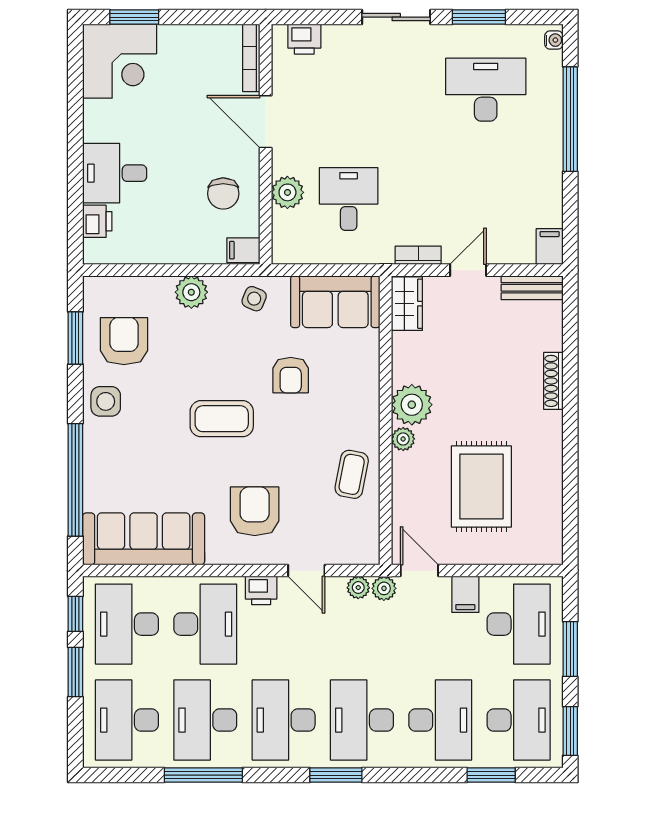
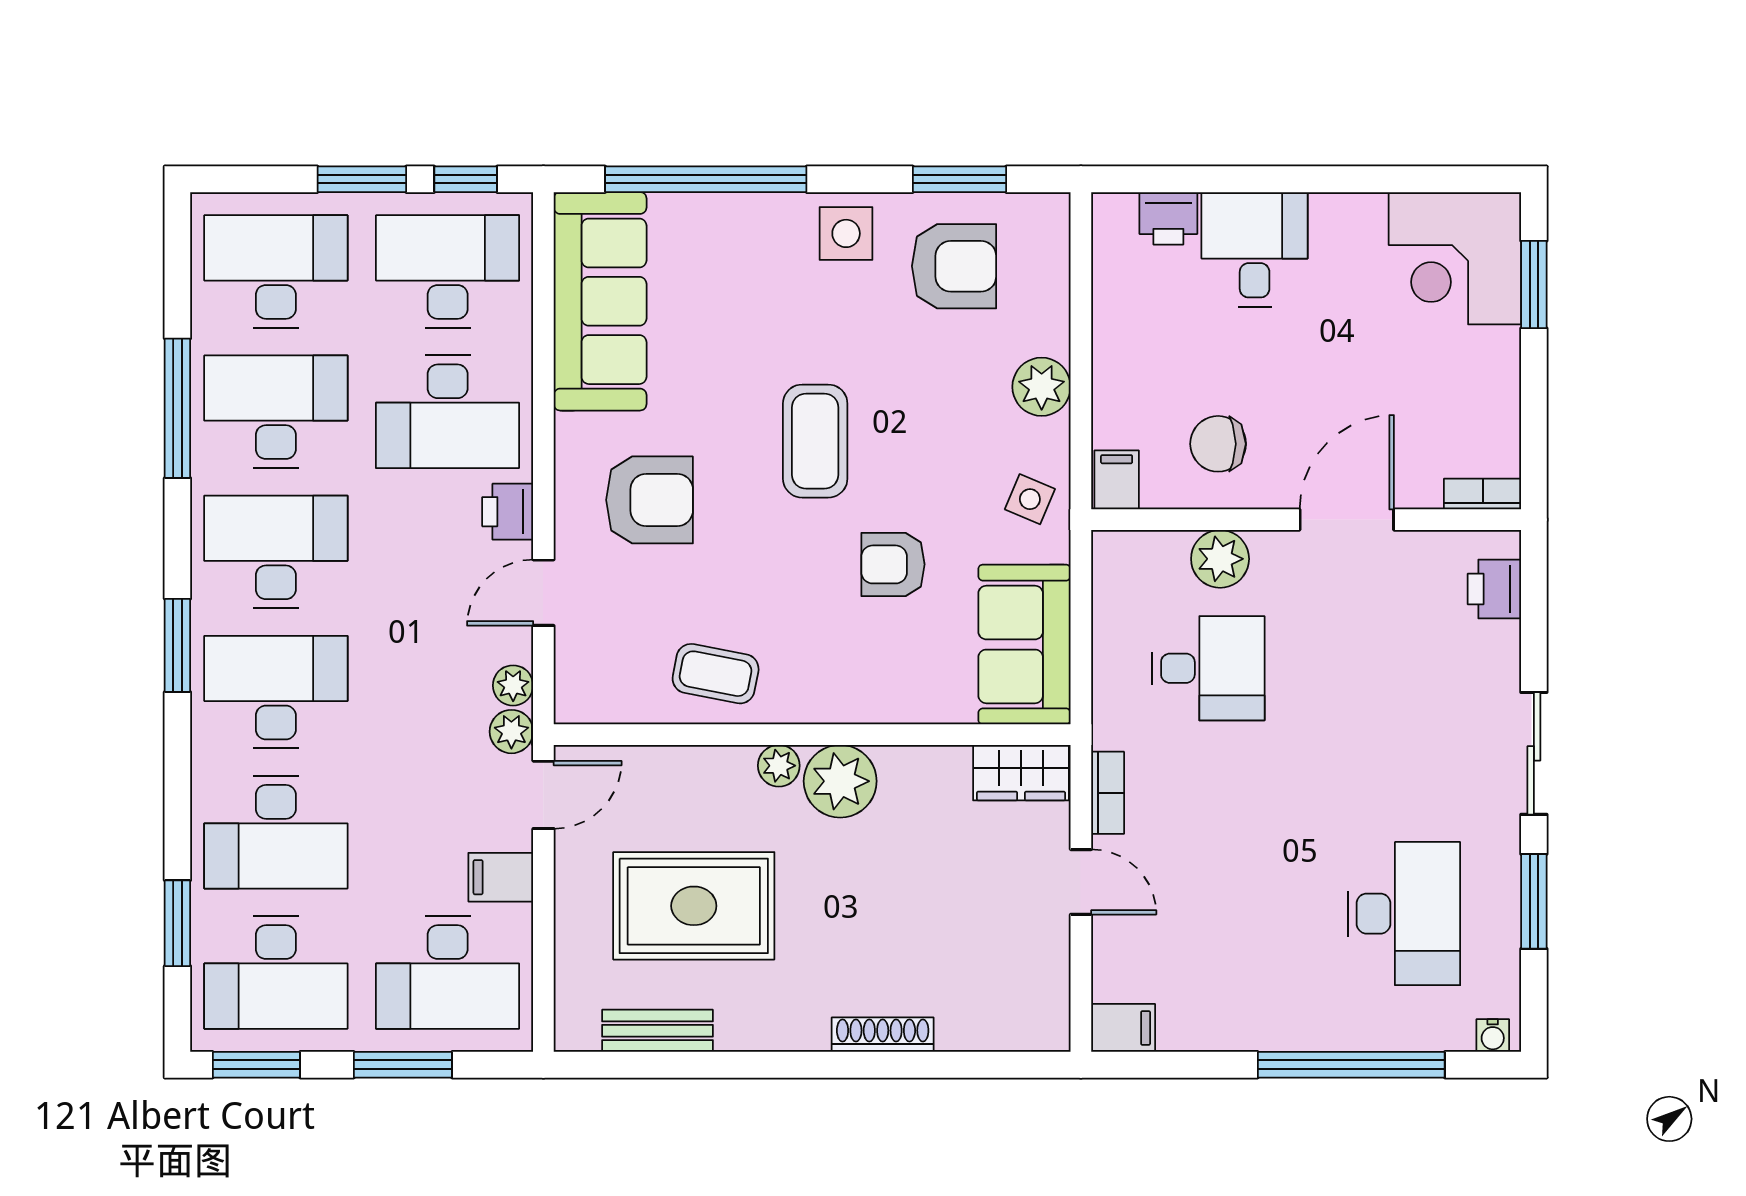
bookcase: (251, 58) -> (1483, 494), width x0.64
bench: (532, 288) -> (658, 1031), moved, turned 90

